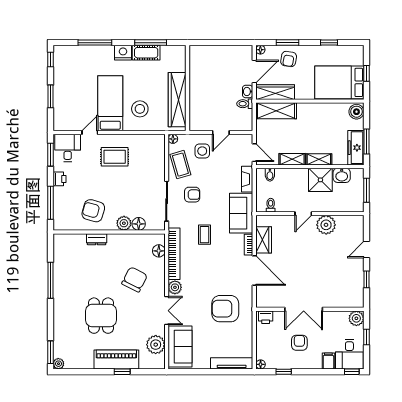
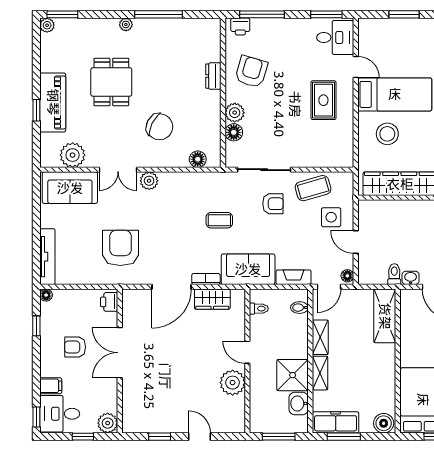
wardrobe: (275, 92) -> (410, 315), removed
floor lamp: (173, 139) -> (347, 276), moved
printer: (59, 179) -> (240, 26), moved
armchair: (192, 195) -> (273, 204), turned -90
bookcase: (174, 254) -> (194, 180), removed
plant: (58, 305) -> (126, 24), added
dining table: (101, 316) -> (111, 82), turned 90
armchair: (299, 343) -> (75, 347), turned 180

